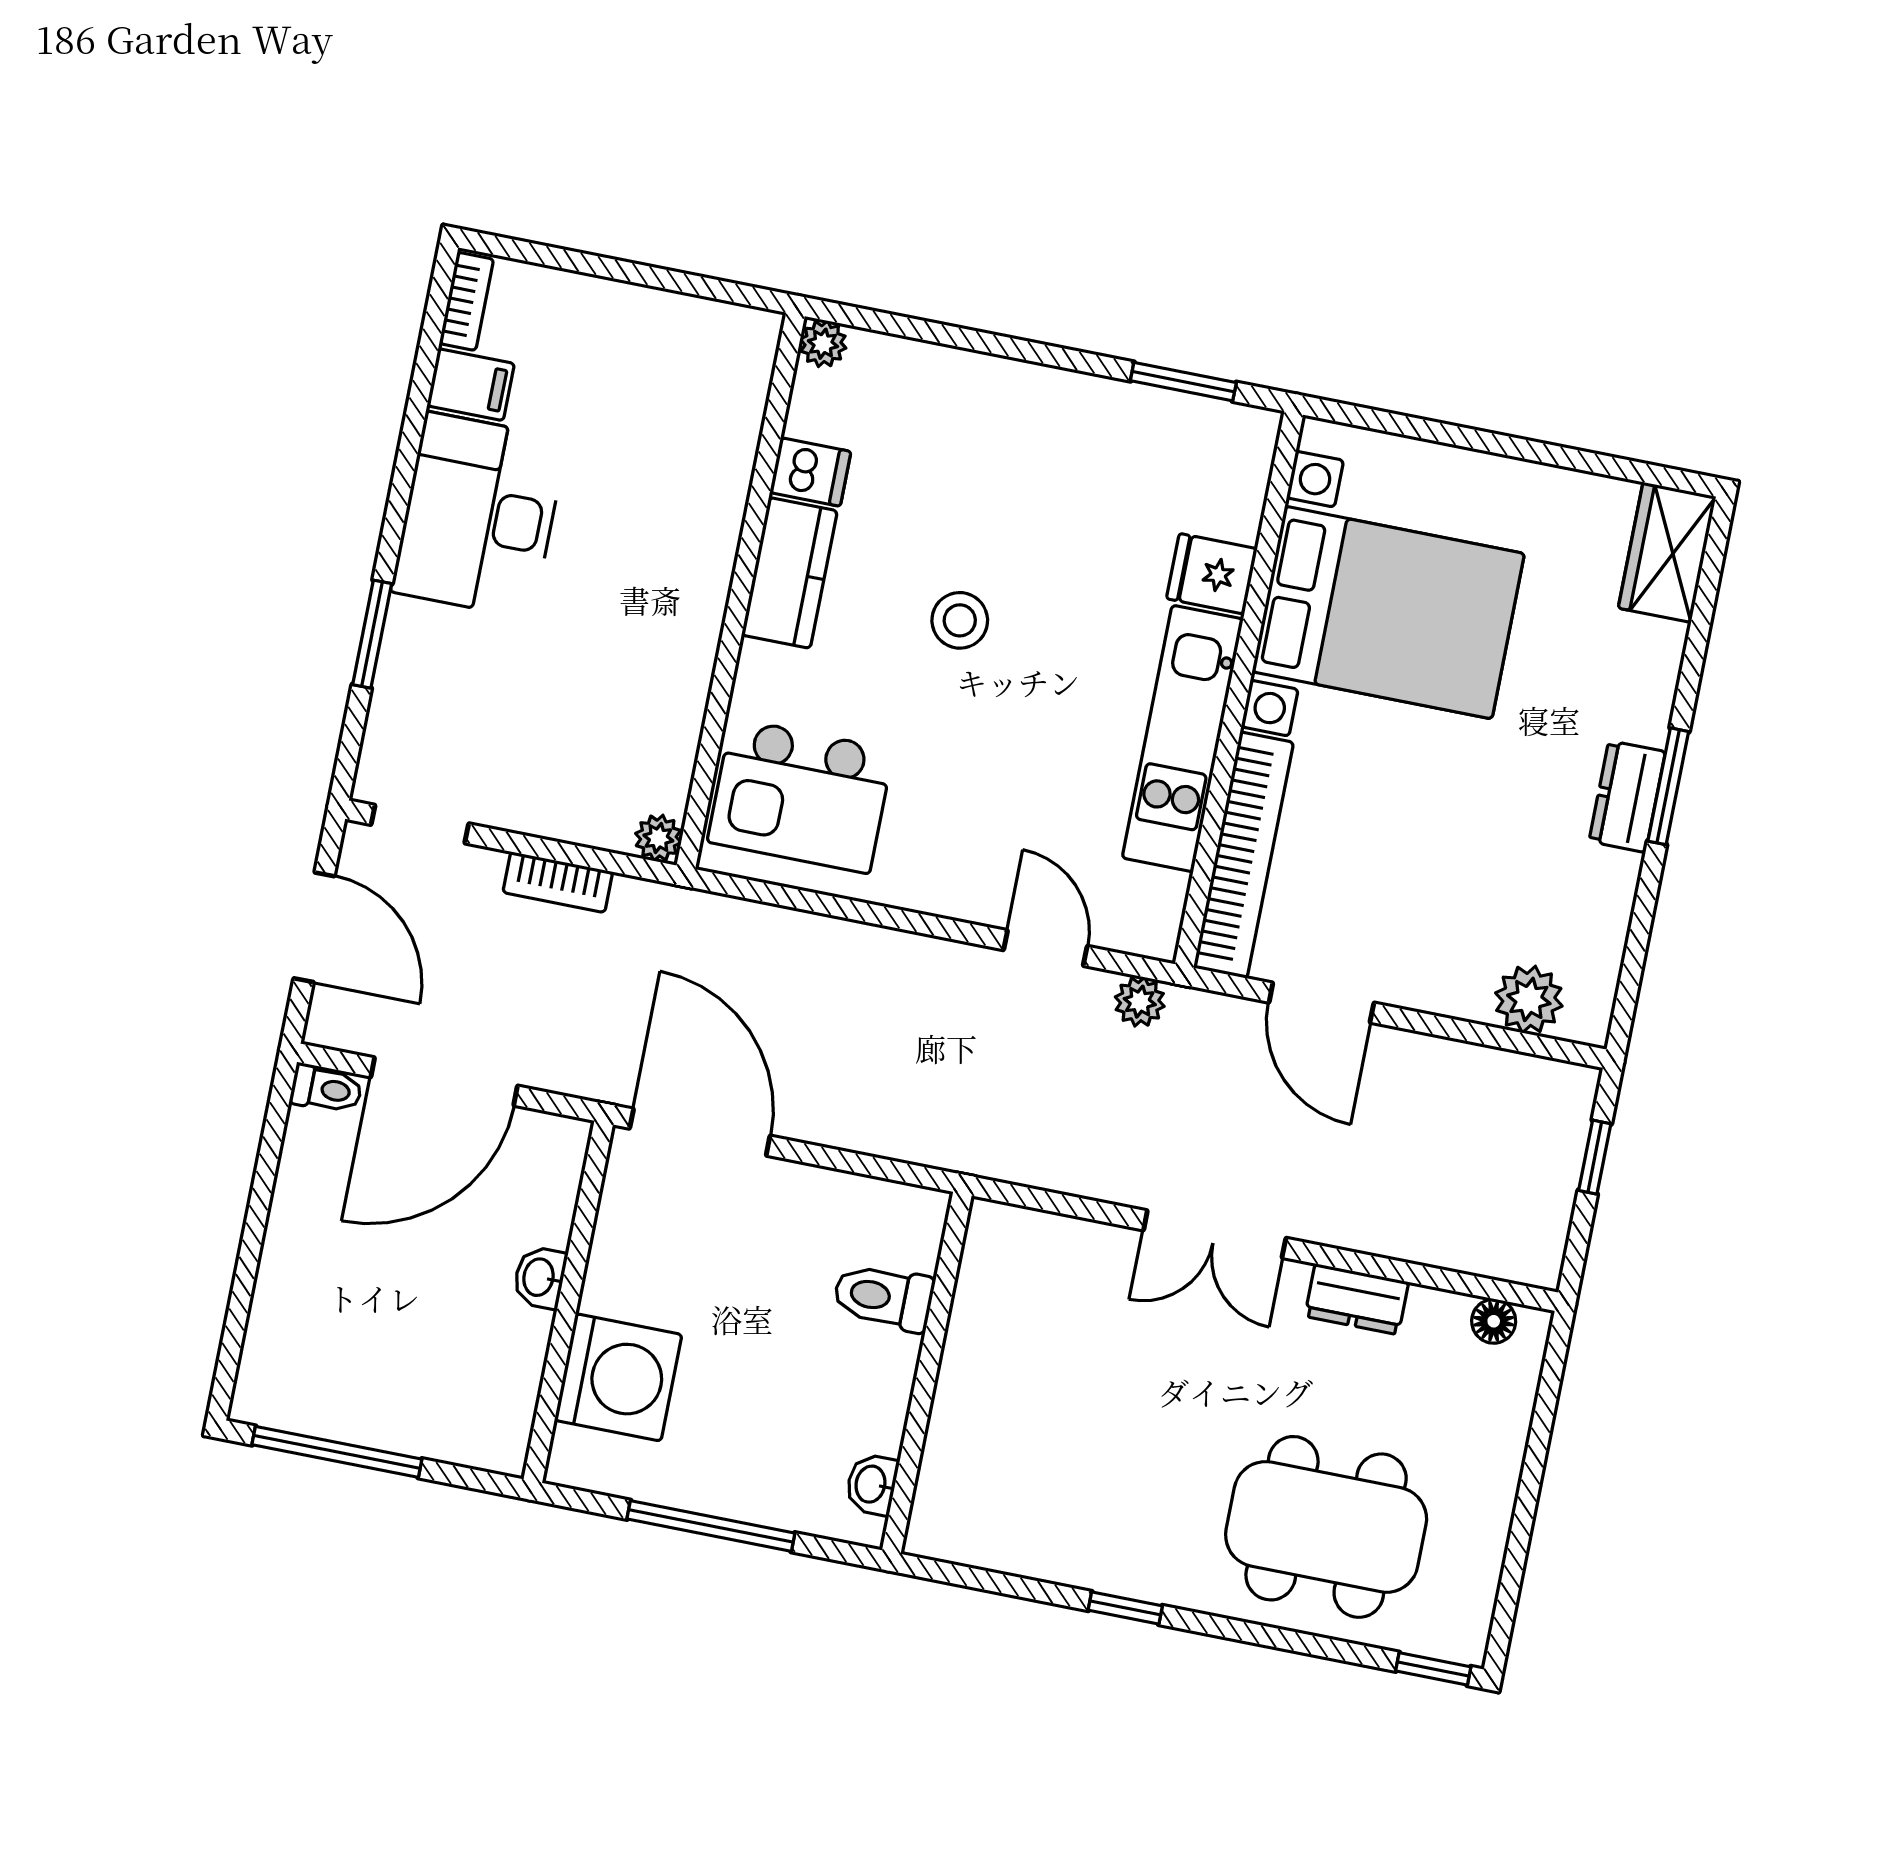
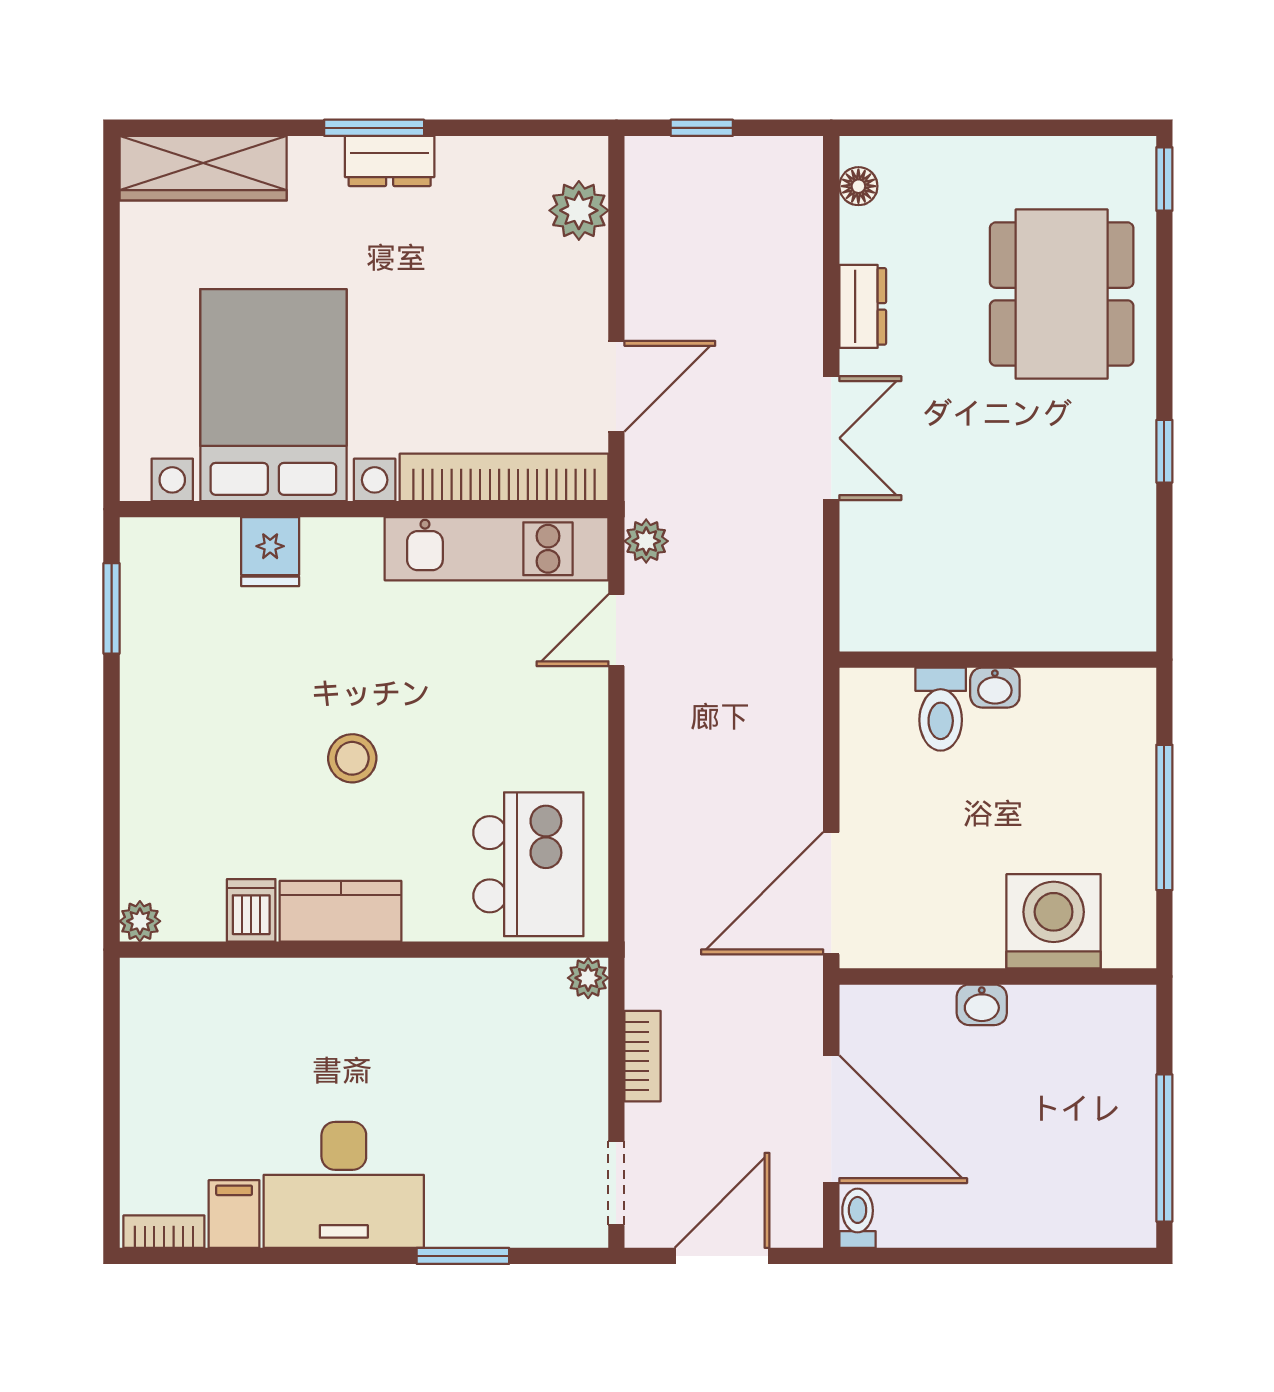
wardrobe: (1667, 552) -> (203, 168), width x1.50
kitchen unit: (1183, 739) -> (497, 549), moved
washbasin: (872, 1484) -> (995, 688), moved

